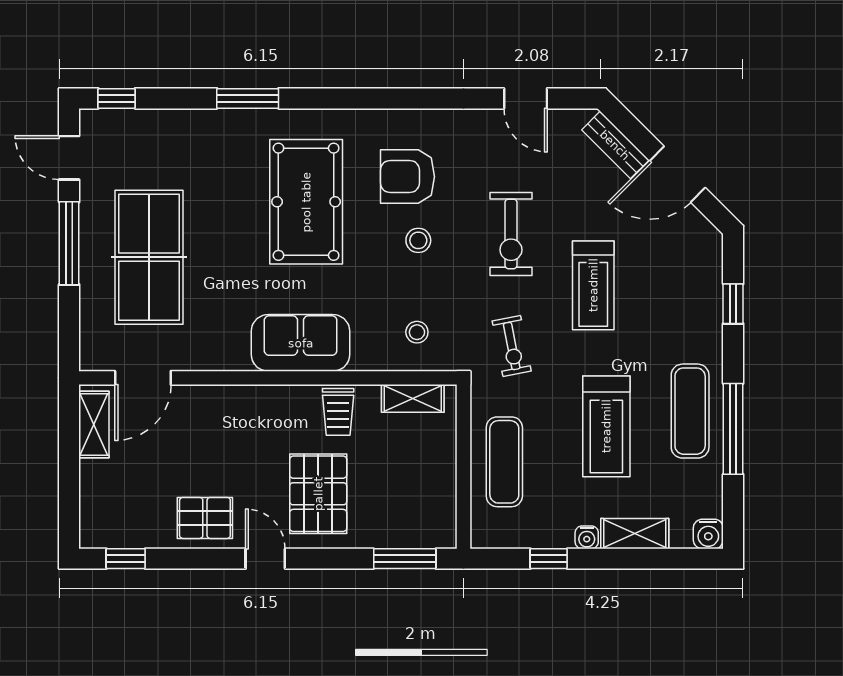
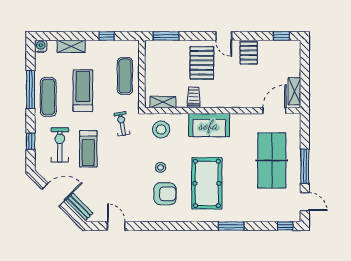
exercise bike: (511, 234) -> (60, 145), moved
treadmill: (593, 285) -> (88, 149), turned 180
stool: (417, 332) -> (161, 130), width x1.89, depth x1.89
pallet: (205, 518) -> (249, 53), turned 90
water cooler: (587, 537) -> (91, 45), removed

